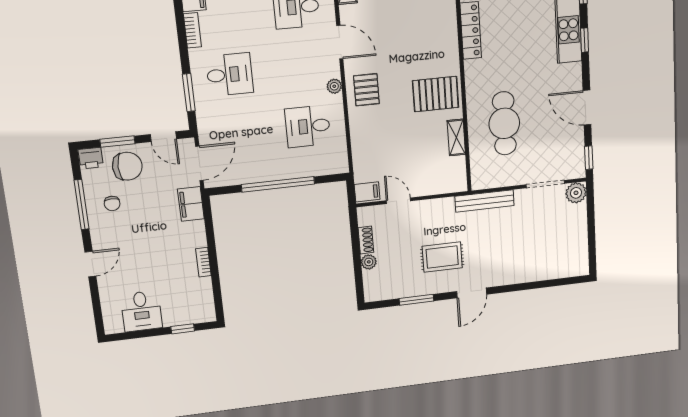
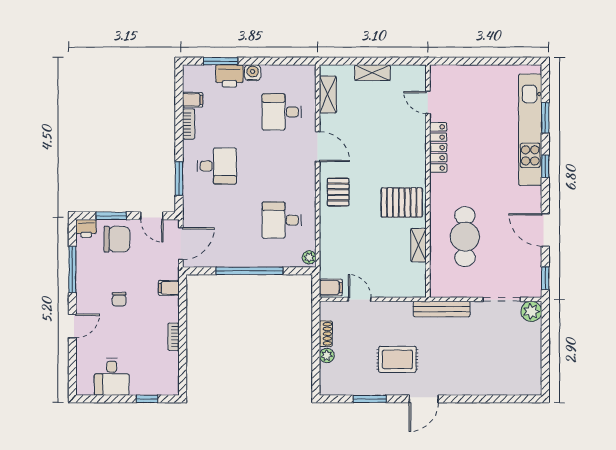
plant: (334, 86) -> (309, 257), moved
chair: (112, 203) -> (119, 299), moved
filing cabinet: (191, 204) -> (169, 288), width x0.50

